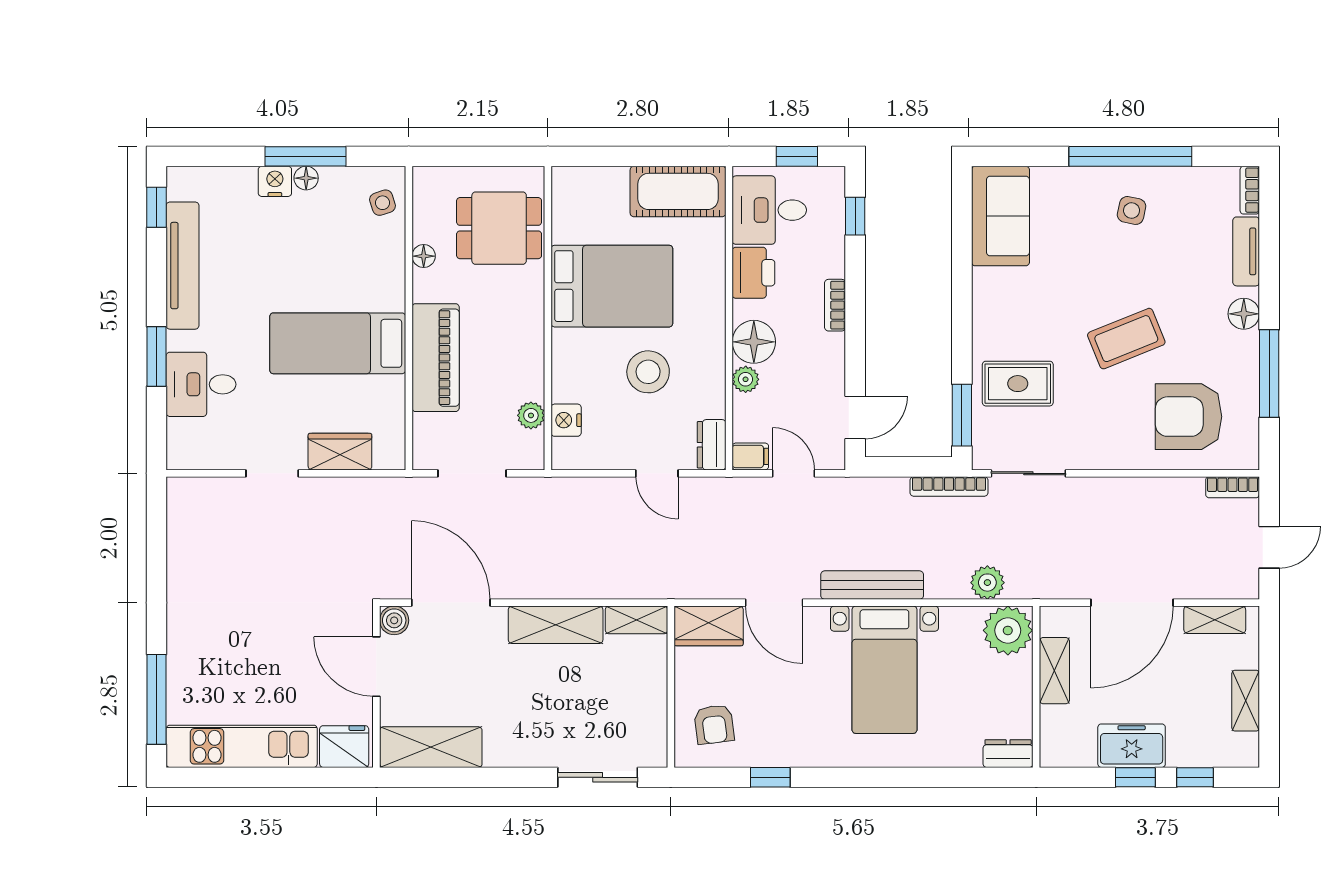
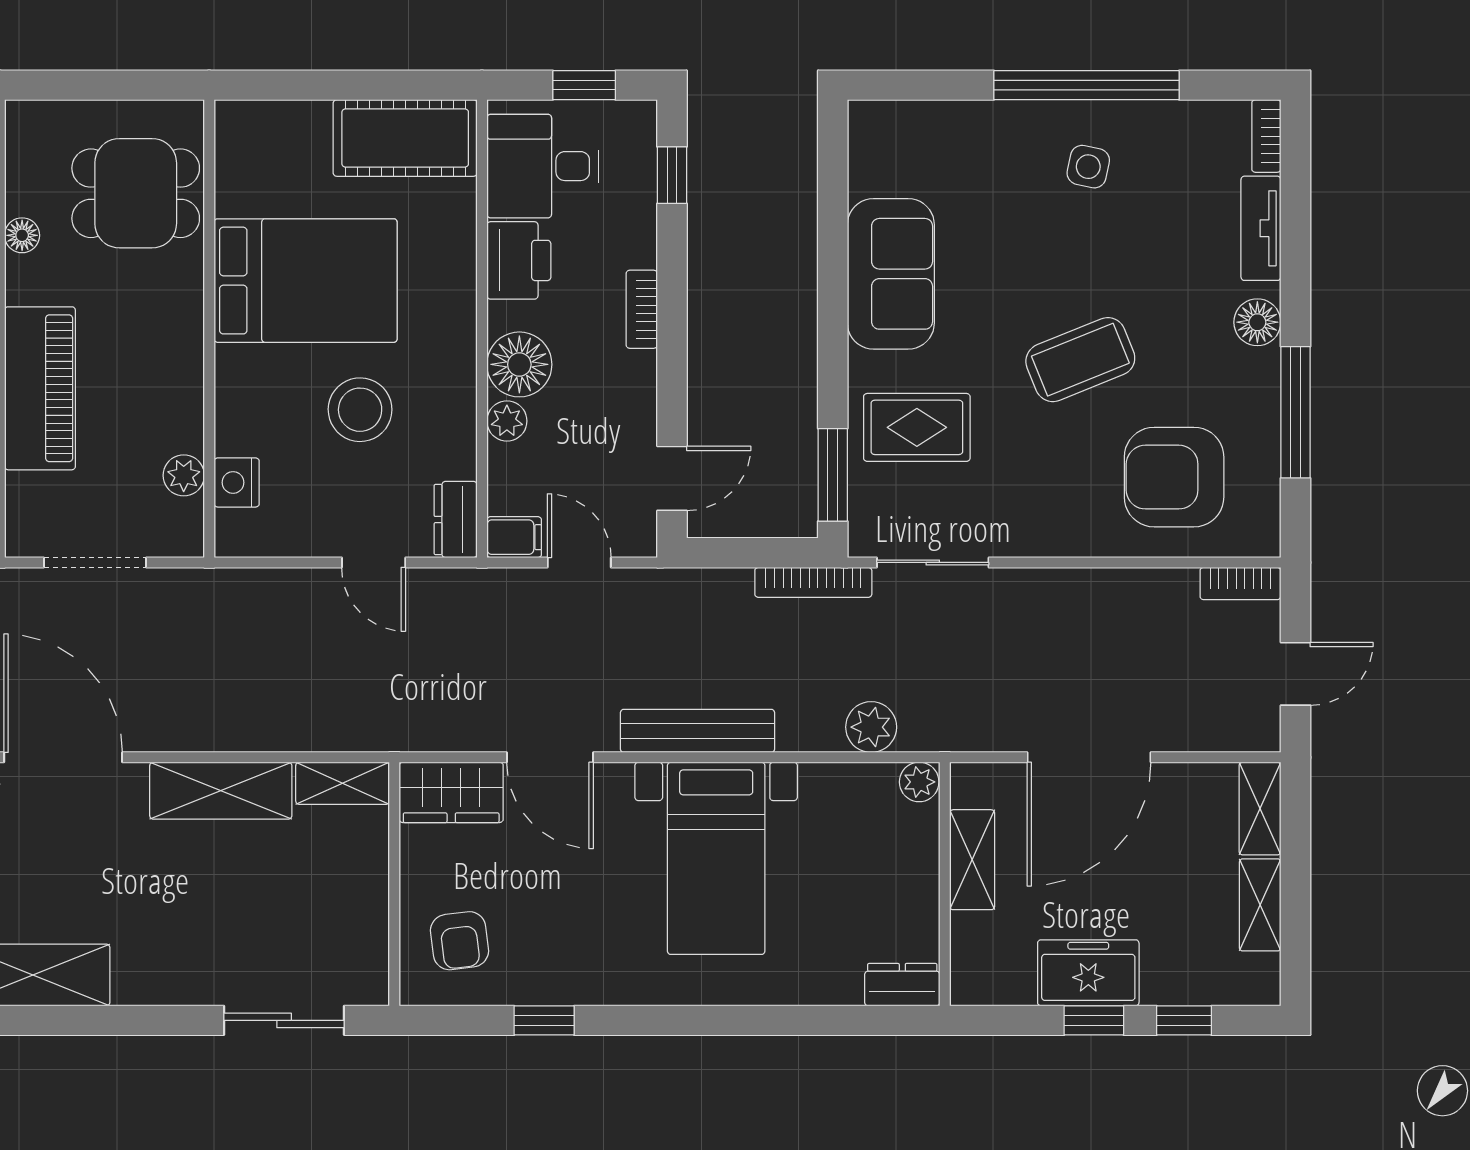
sofa: (1000, 216) -> (891, 274), moved
shelving: (1215, 620) -> (1260, 809), moved, turned 90
plant: (1008, 630) -> (919, 782), width x0.53, depth x0.53

